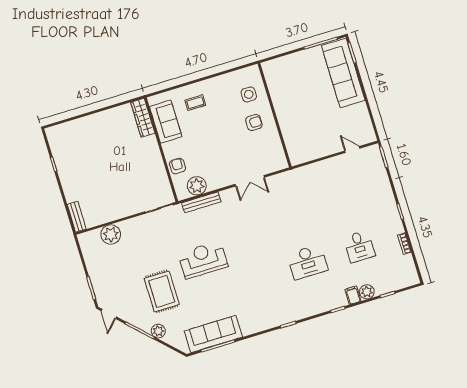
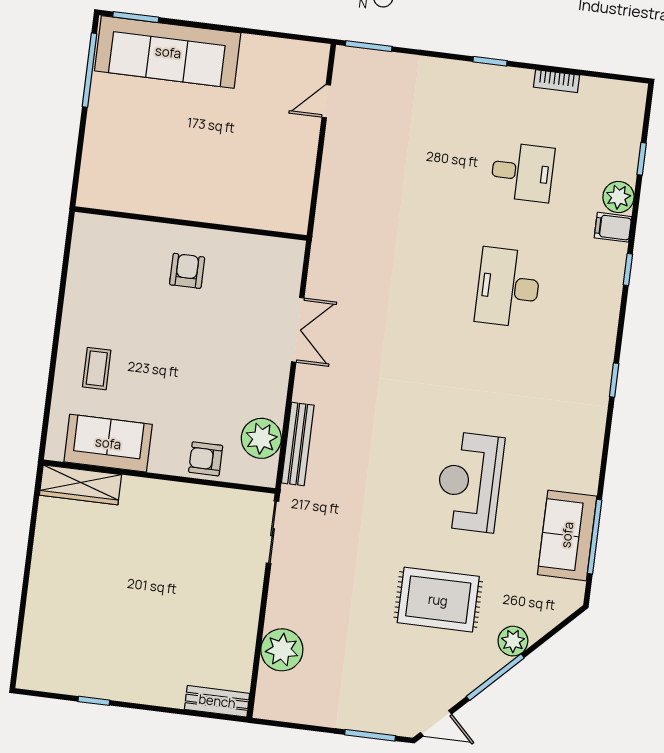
side table: (249, 94) -> (127, 256), removed
reception desk: (203, 260) -> (470, 482), moved
desk: (308, 262) -> (508, 287), turned 180
sofa: (213, 334) -> (567, 535), width x0.73

